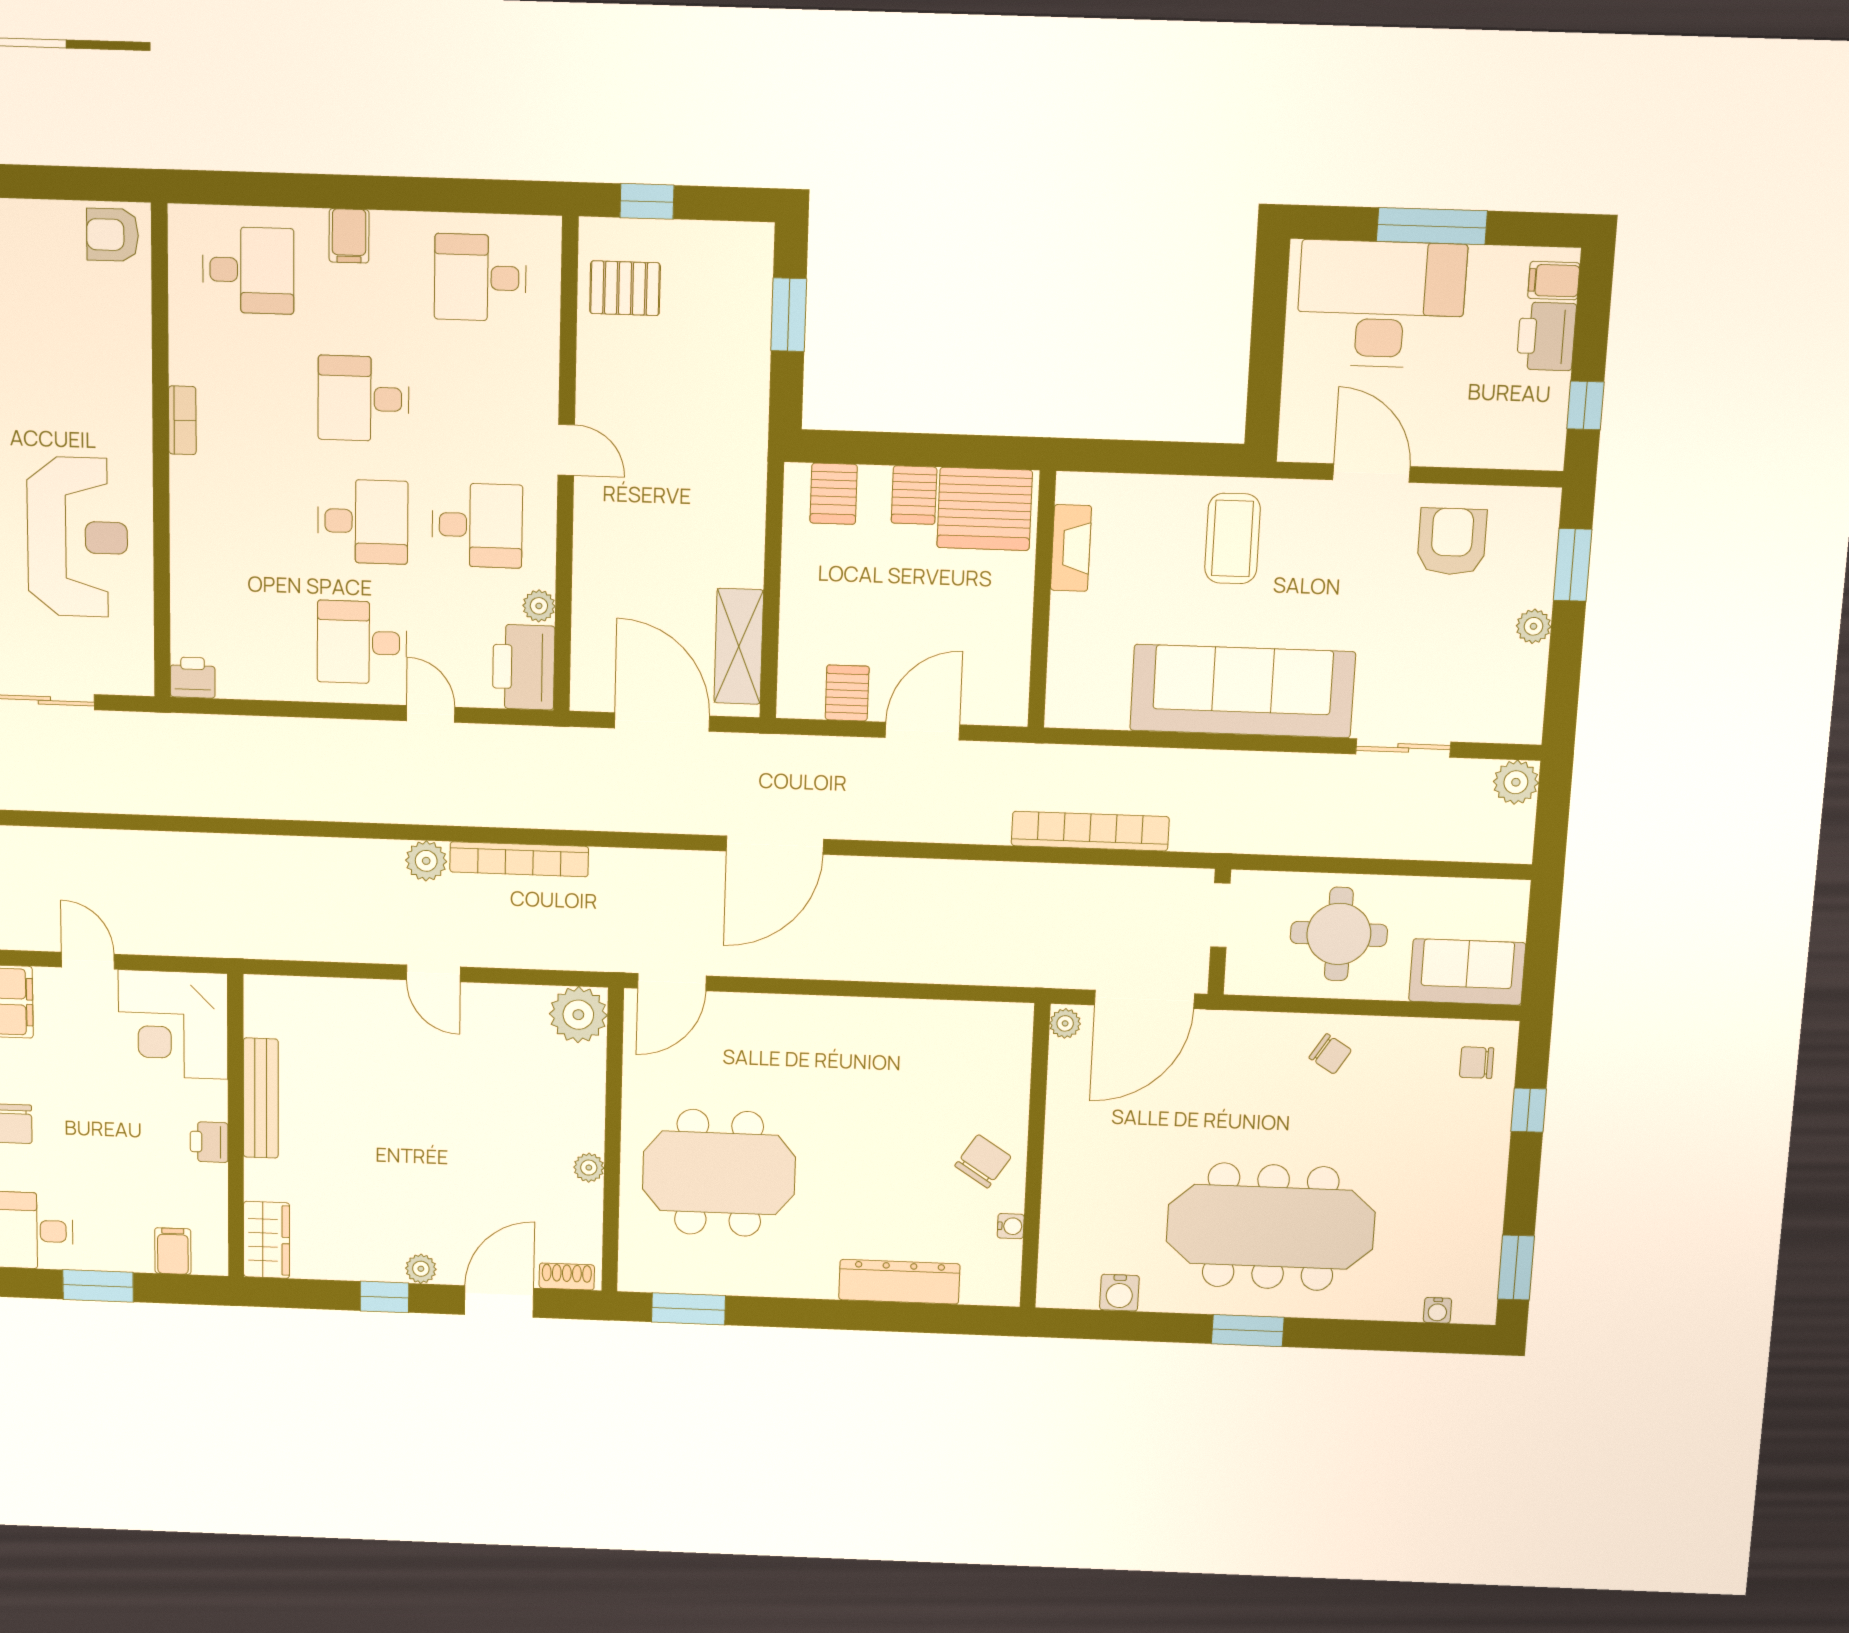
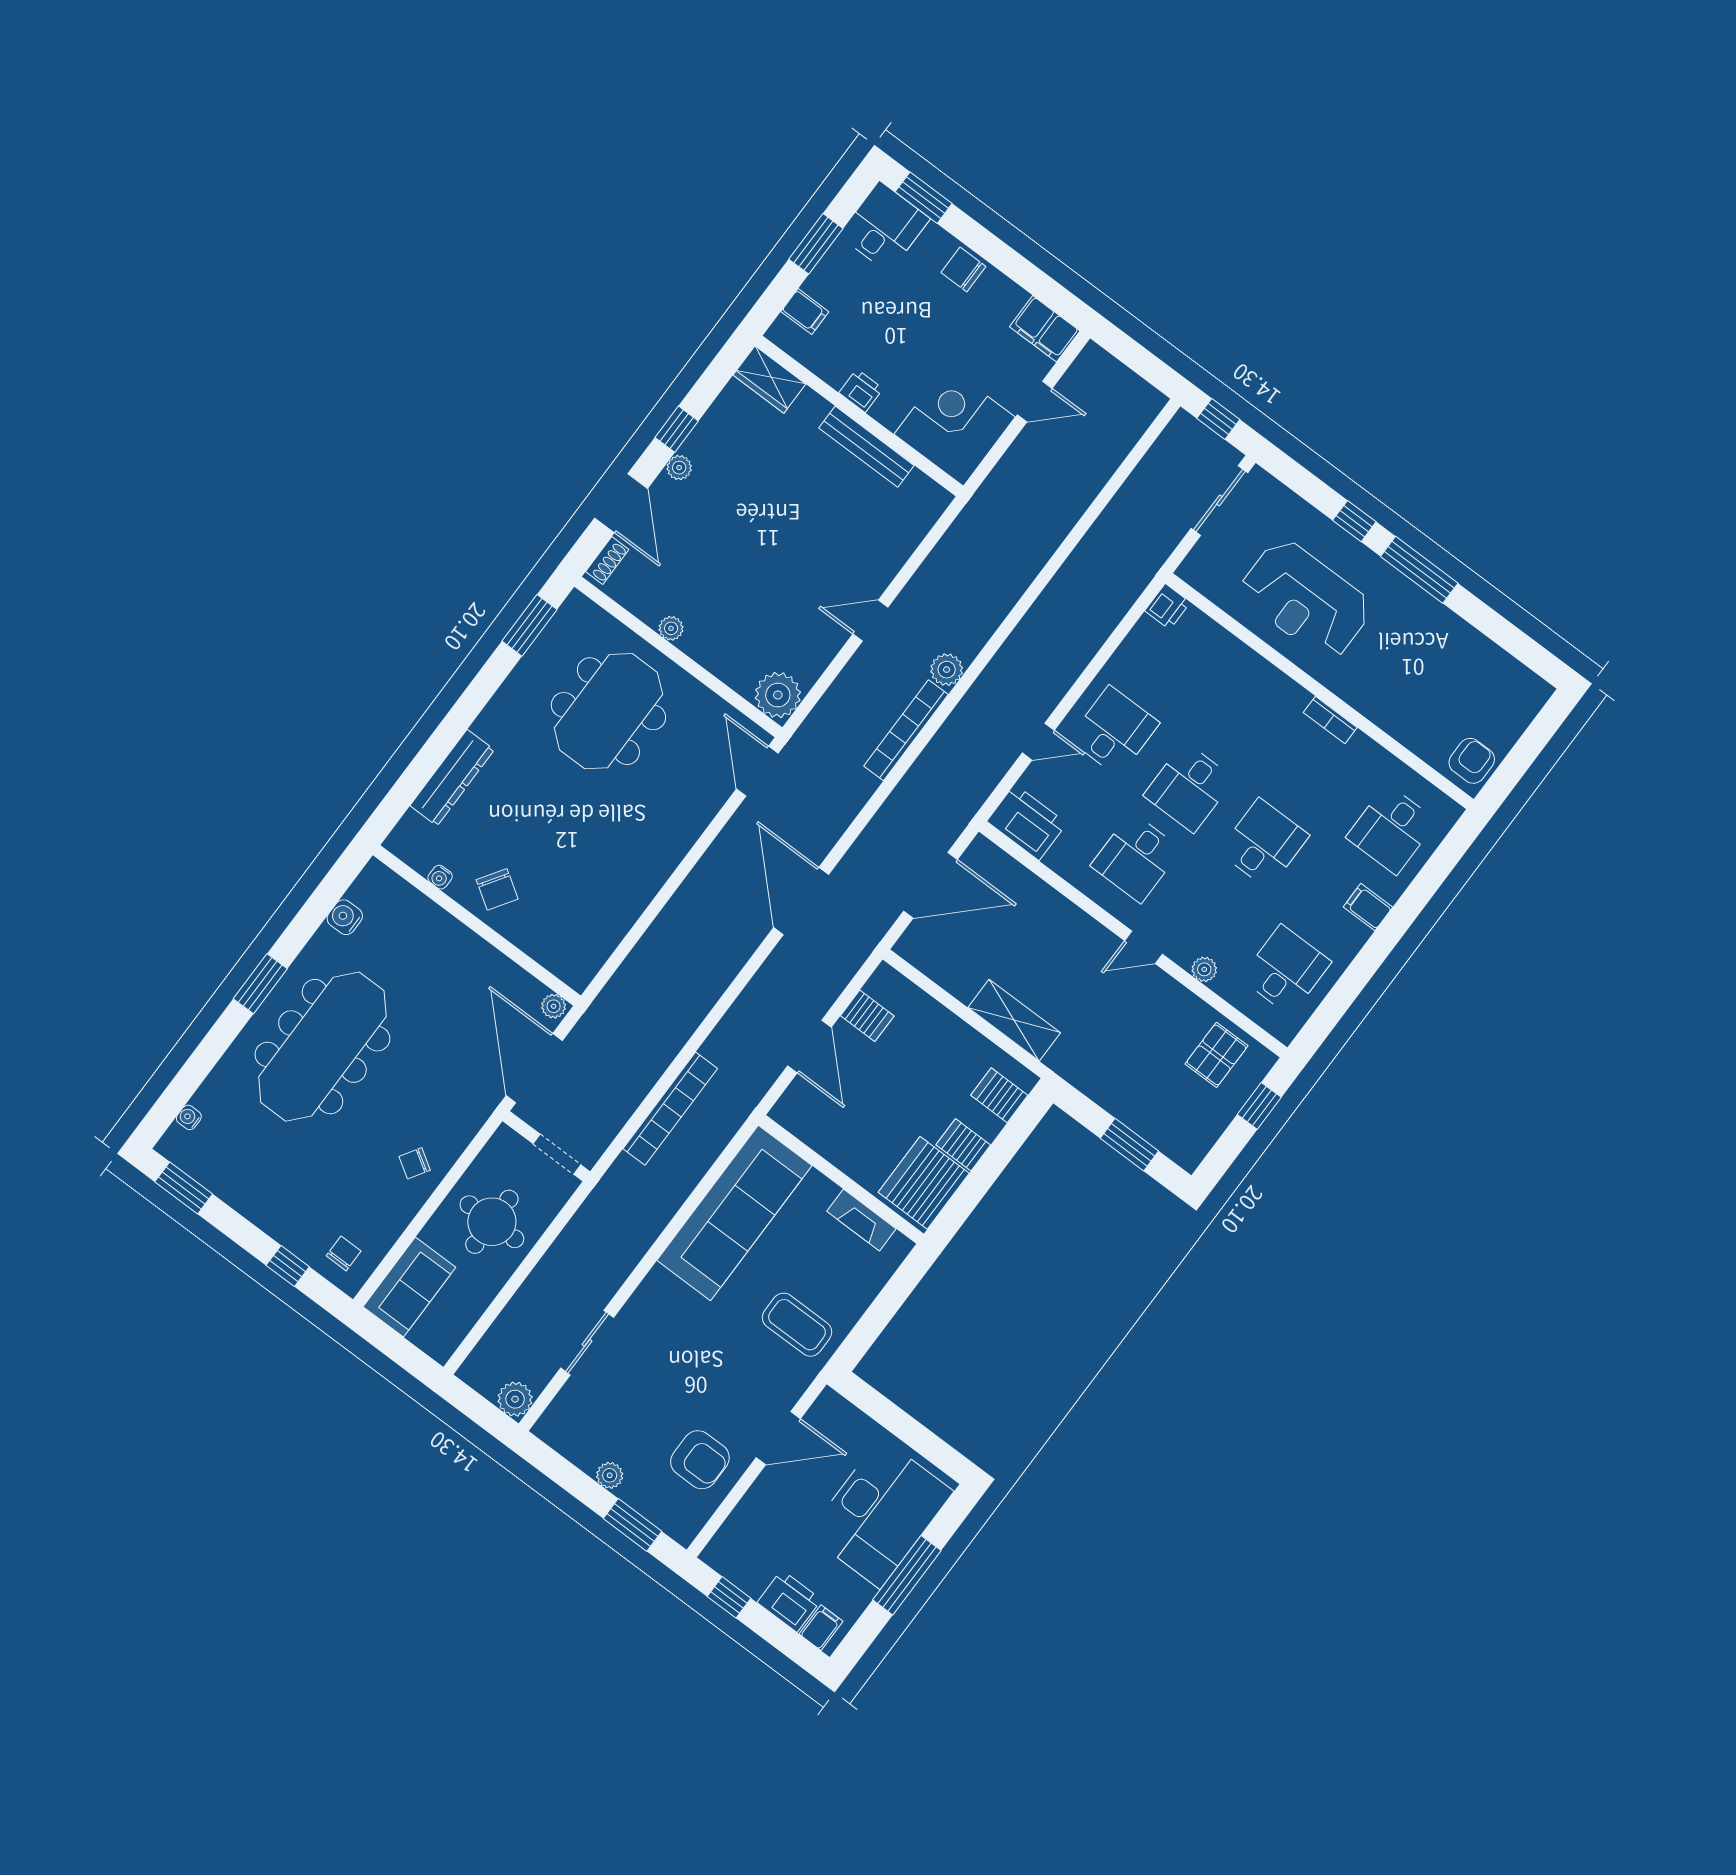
plant: (539, 606) -> (1204, 969), moved
shelving: (739, 646) -> (1014, 1020), moved
sofa: (1242, 691) -> (734, 1213), moved

